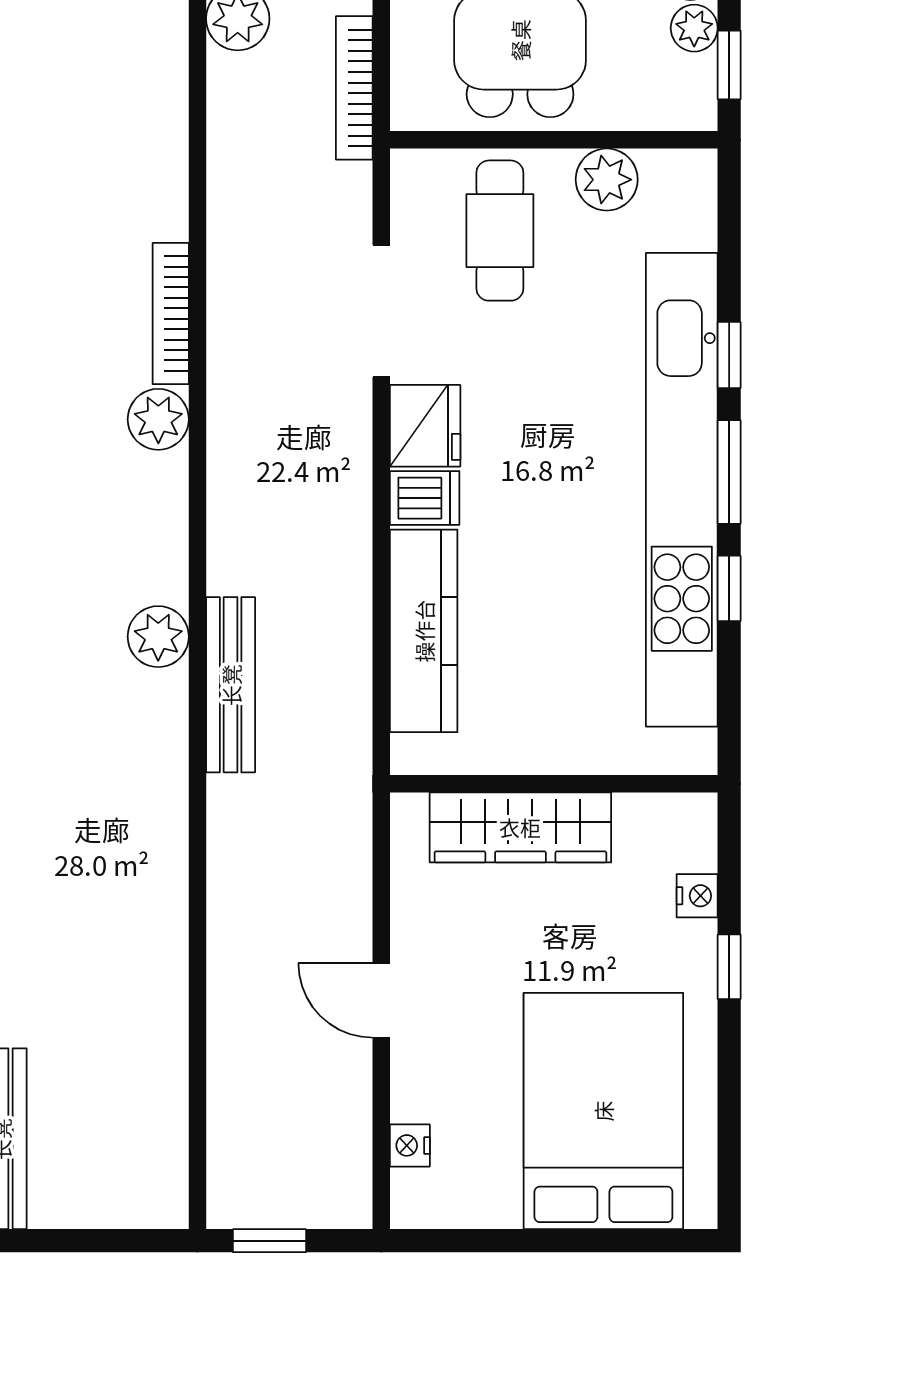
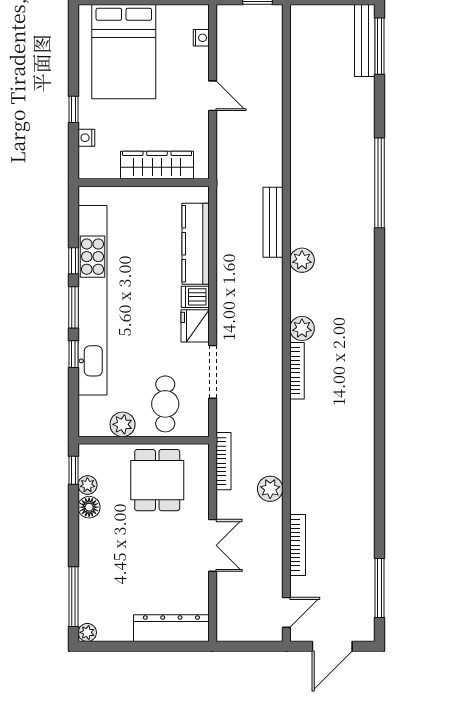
plant: (158, 637) -> (302, 260), moved

